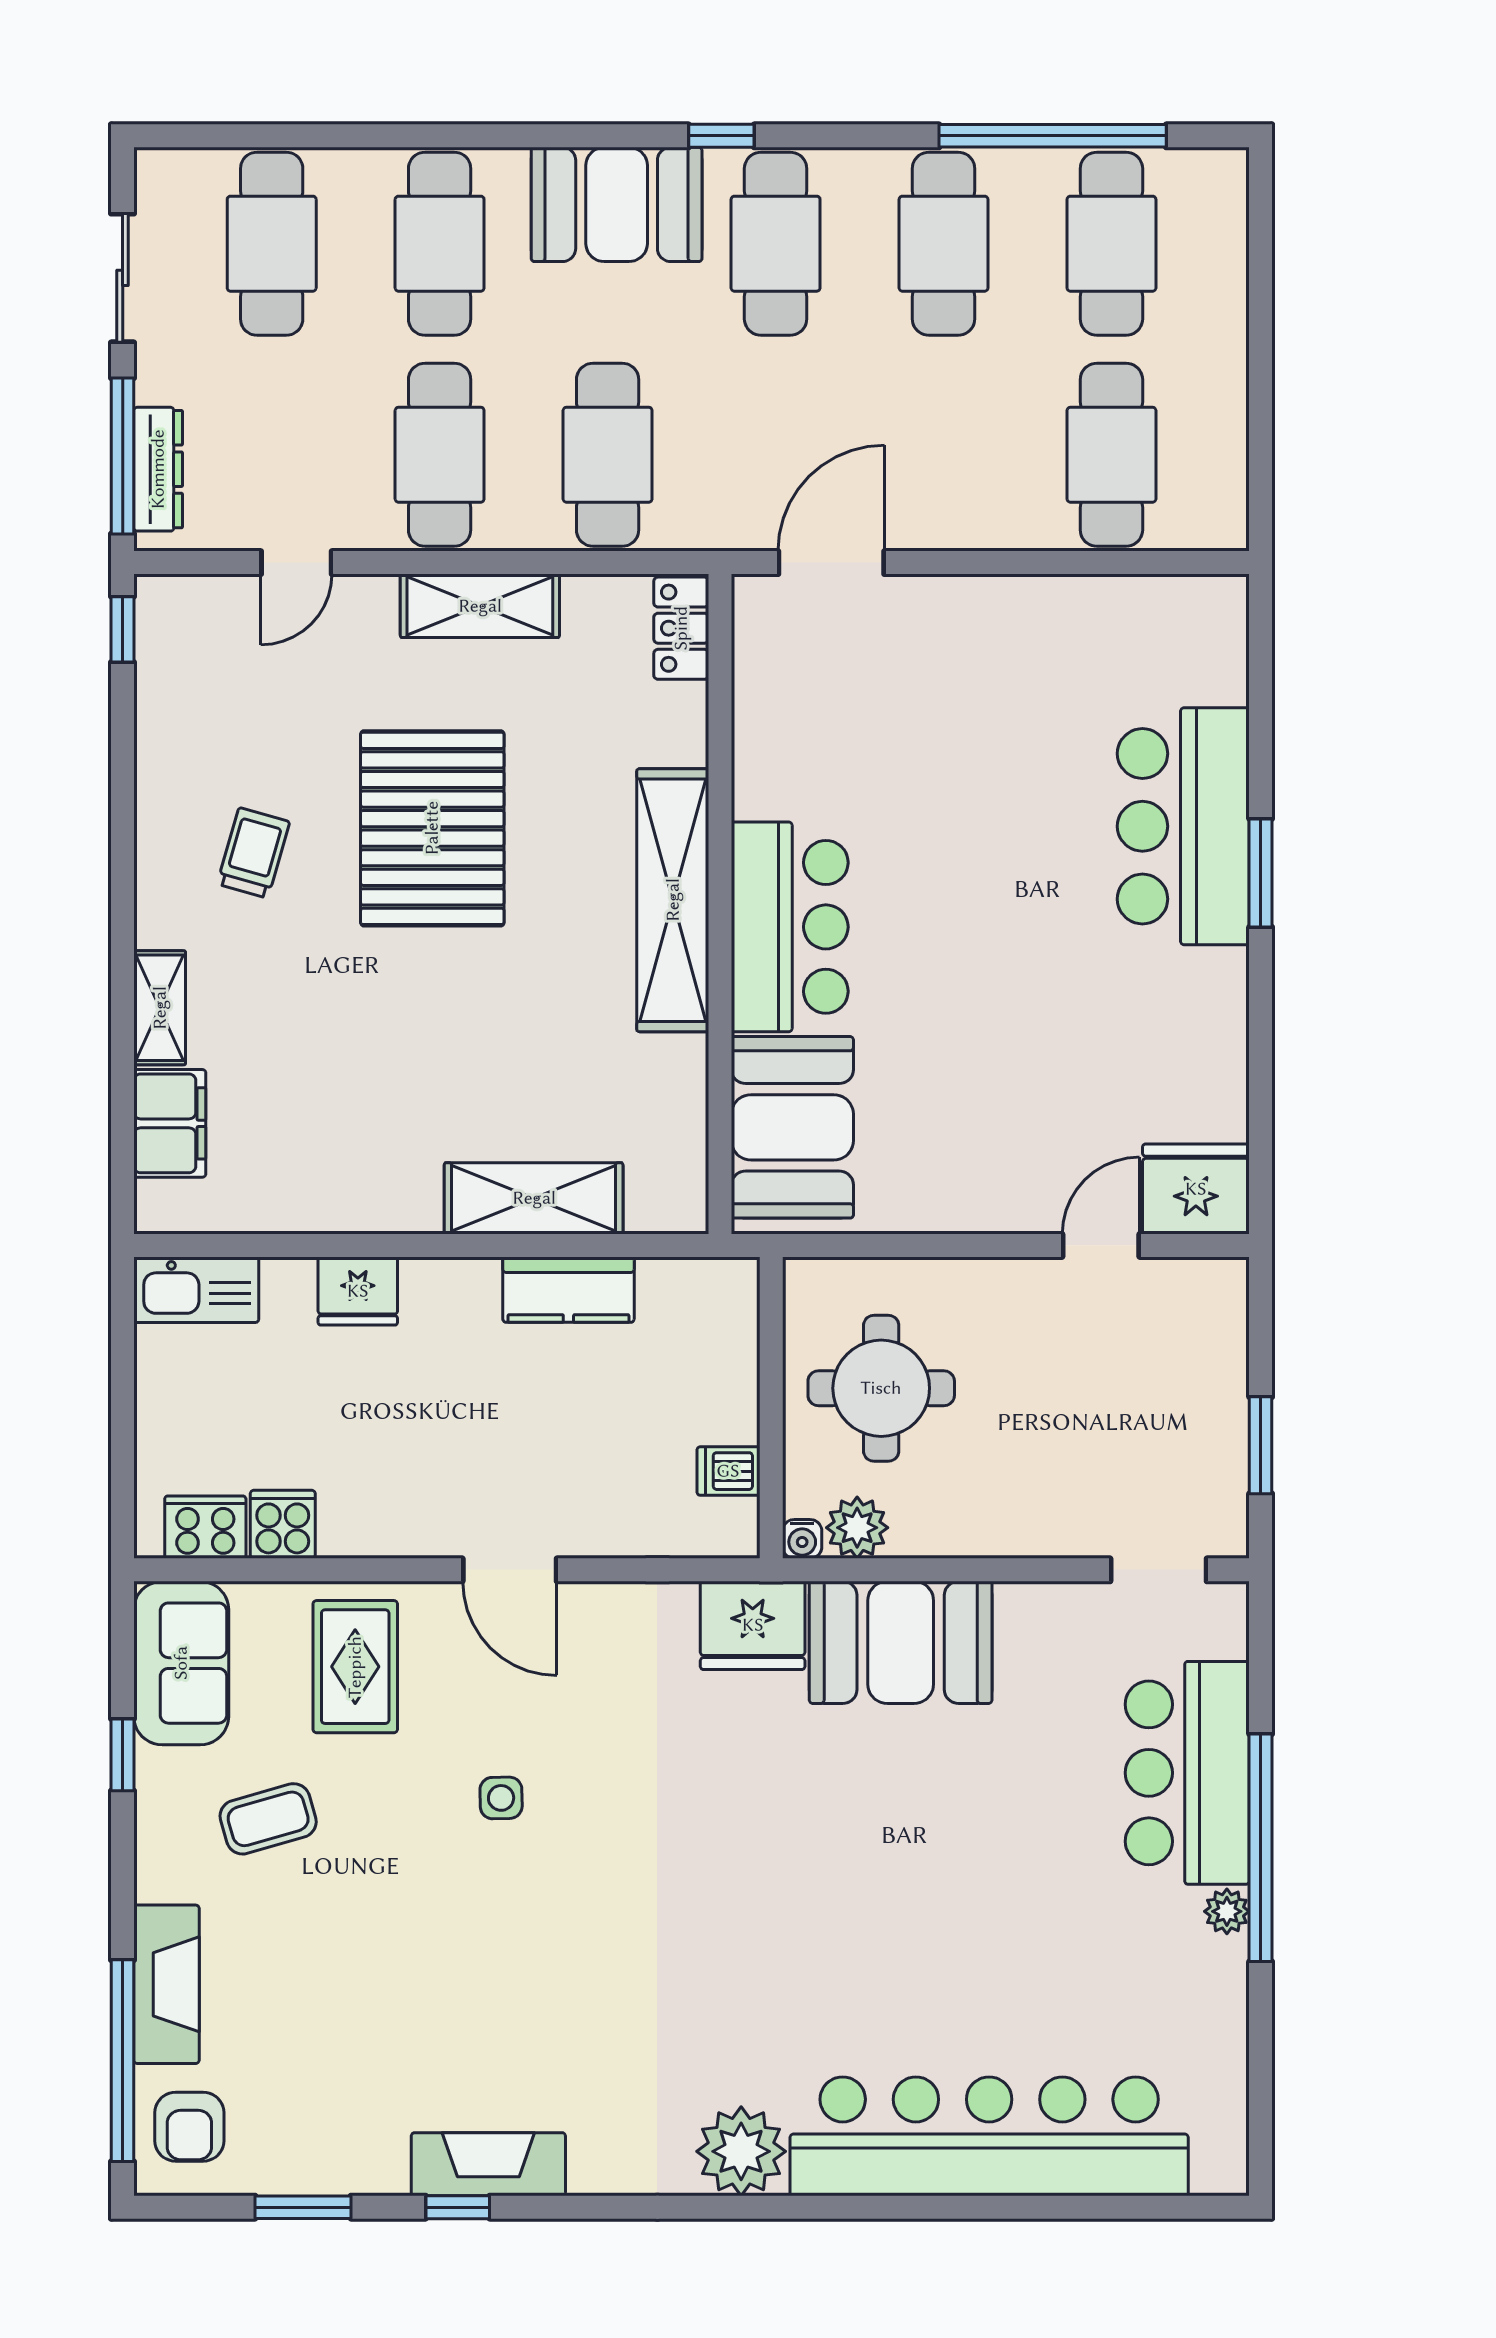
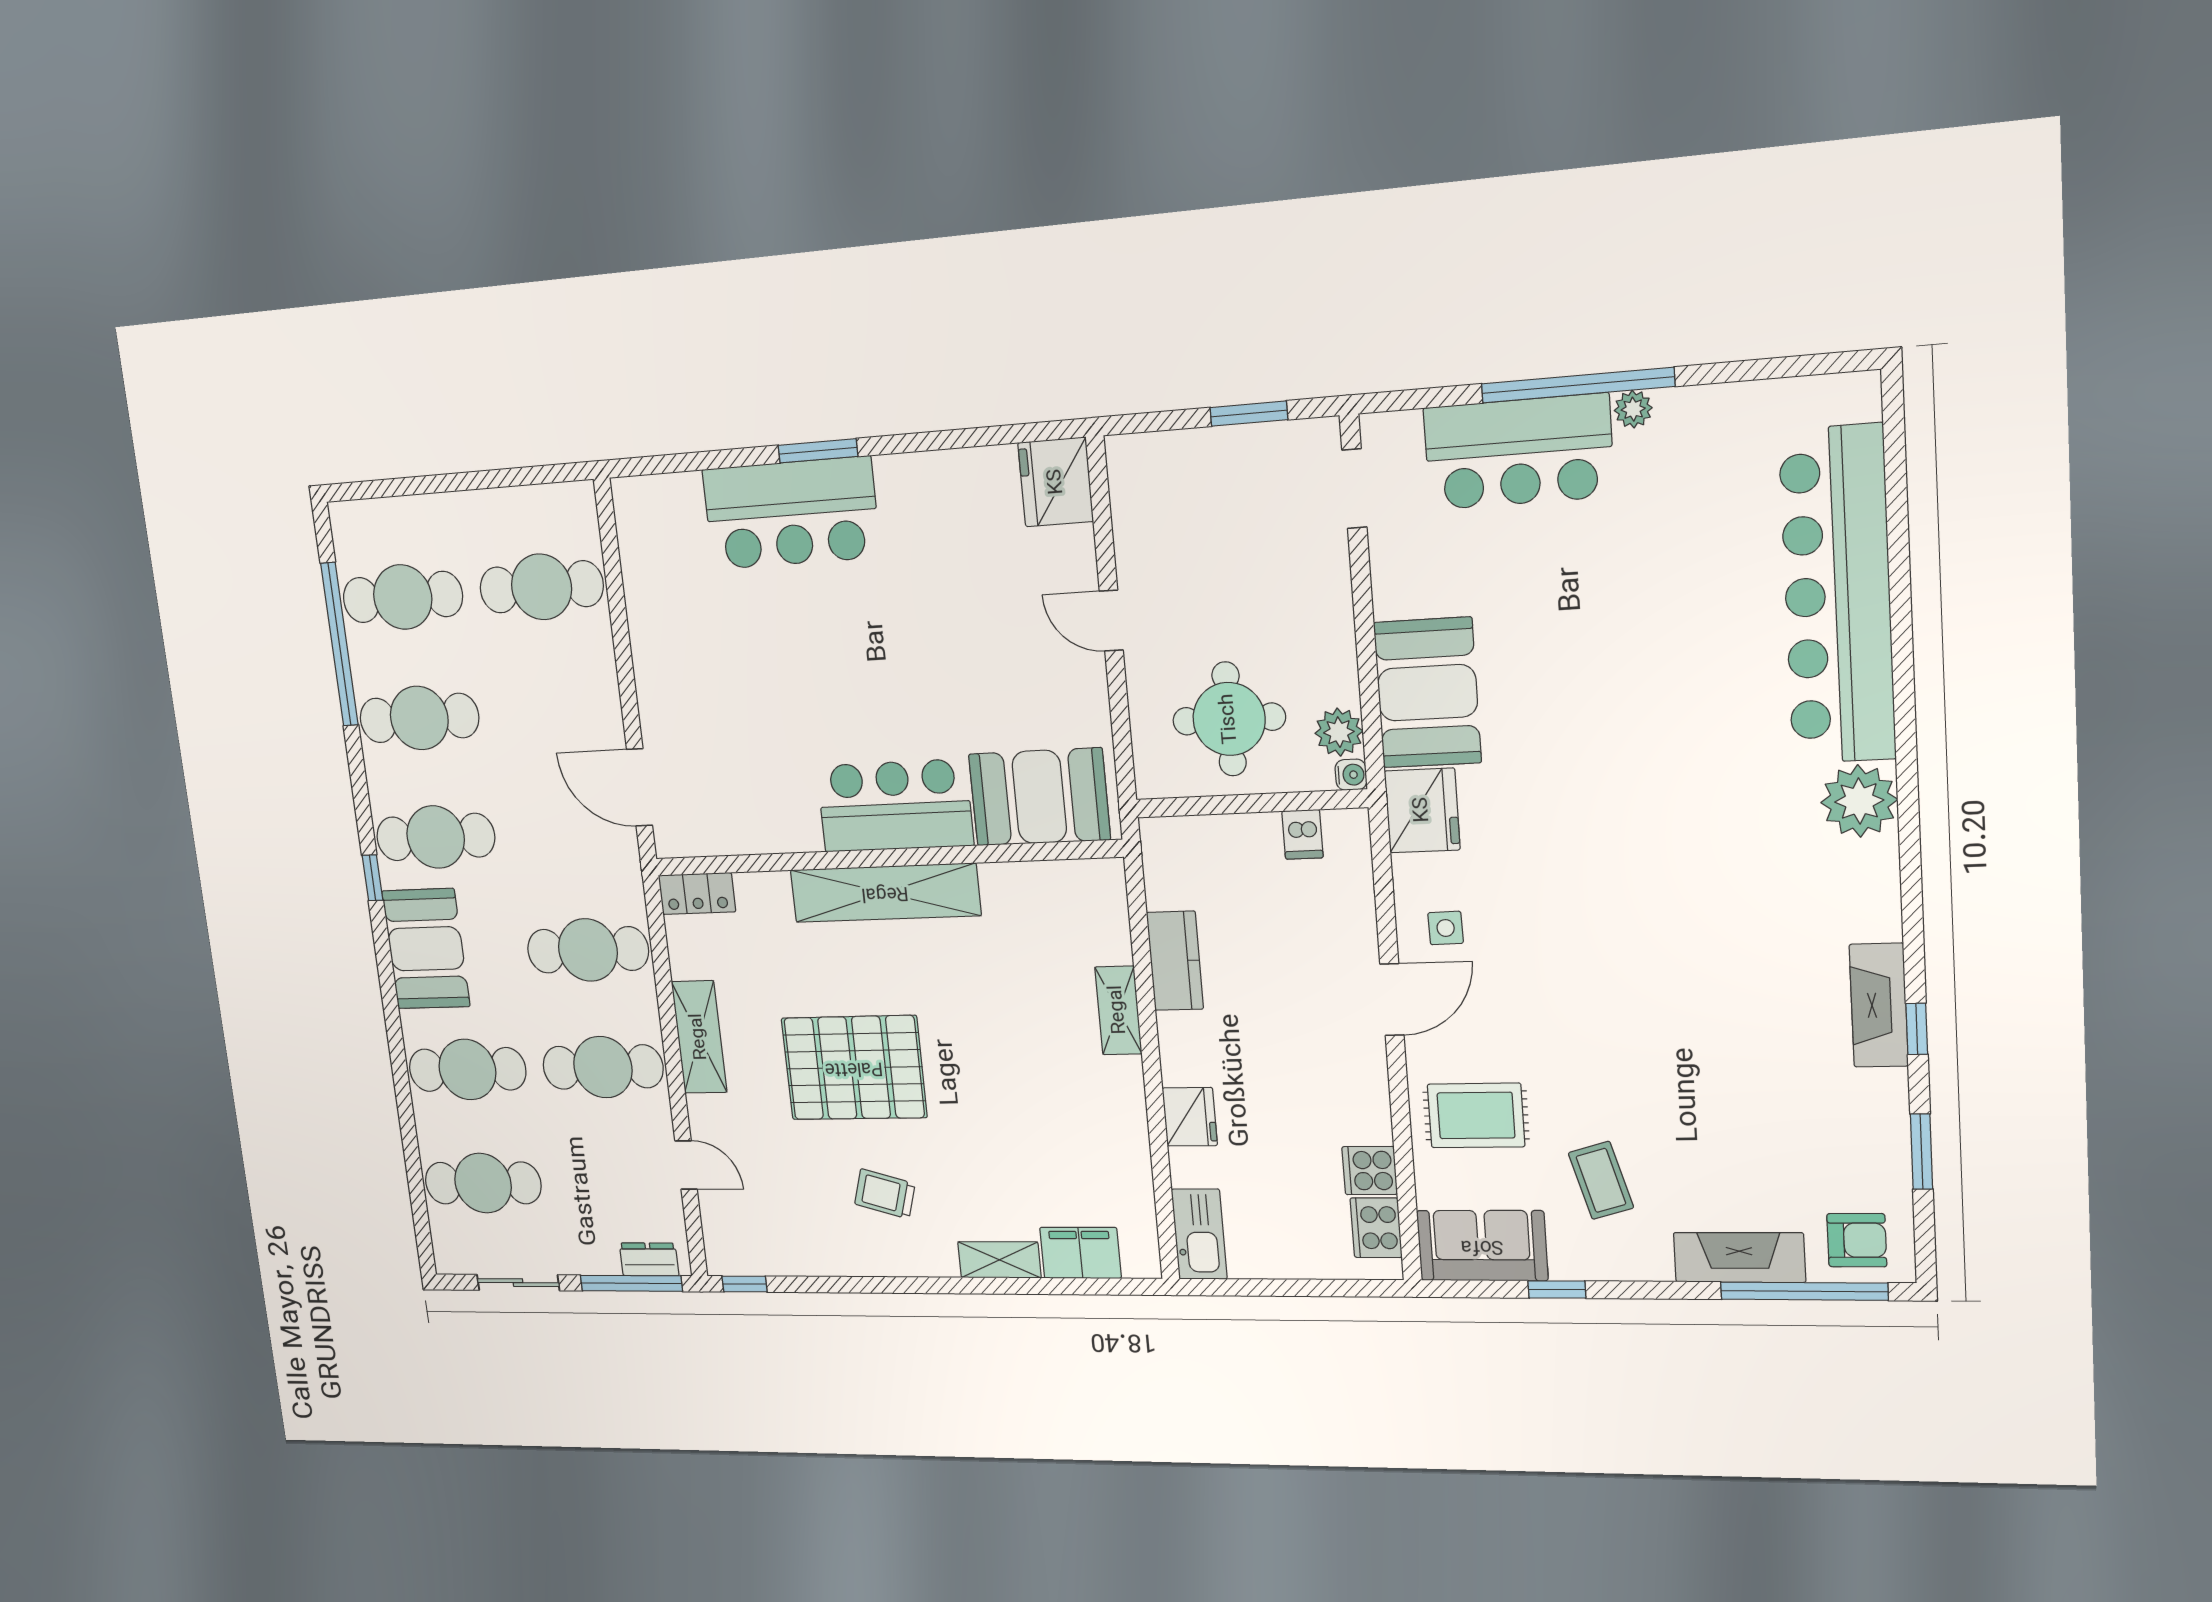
dresser: (158, 469) -> (649, 1259), width x0.70
shelving: (534, 1198) -> (1118, 1010), width x0.67, depth x0.75
door: (1101, 1245) -> (1111, 621), moved
side table: (501, 1798) -> (1446, 928), moved

